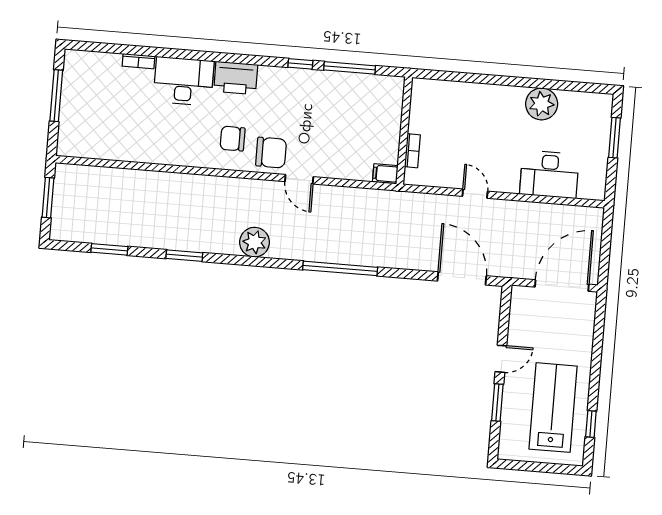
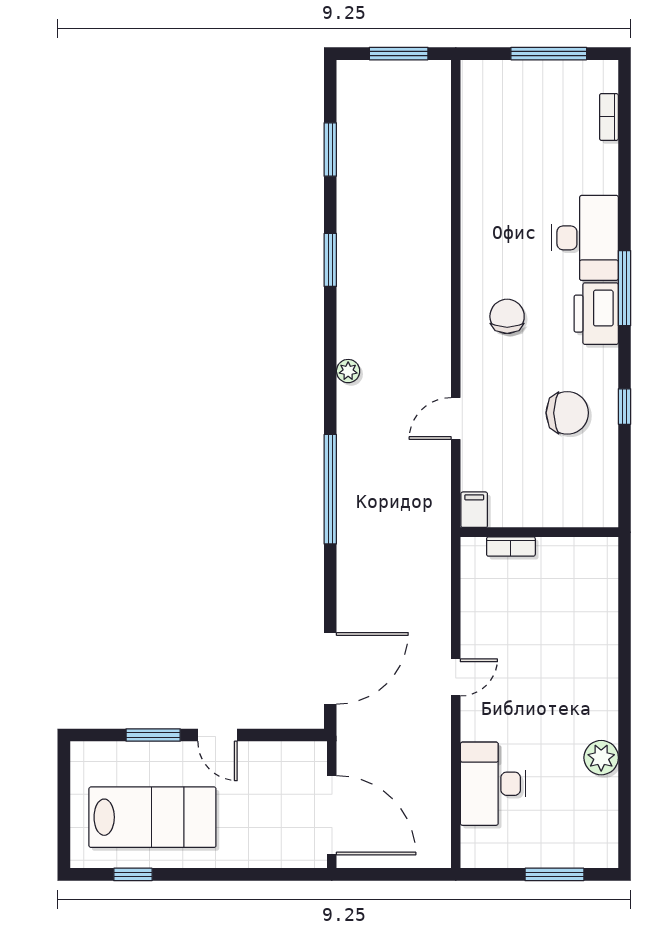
bookcase: (138, 61) -> (609, 117), moved
window: (350, 68) -> (625, 288), moved
plant: (542, 104) -> (601, 758), width x0.73, depth x0.73
wall: (404, 131) -> (539, 532), moved
bookcase: (412, 151) -> (511, 547), moved
chair: (271, 153) -> (567, 413), moved, turned -90
filing cabinet: (385, 174) -> (474, 510), moved
plant: (255, 242) -> (348, 371), width x0.53, depth x0.53

